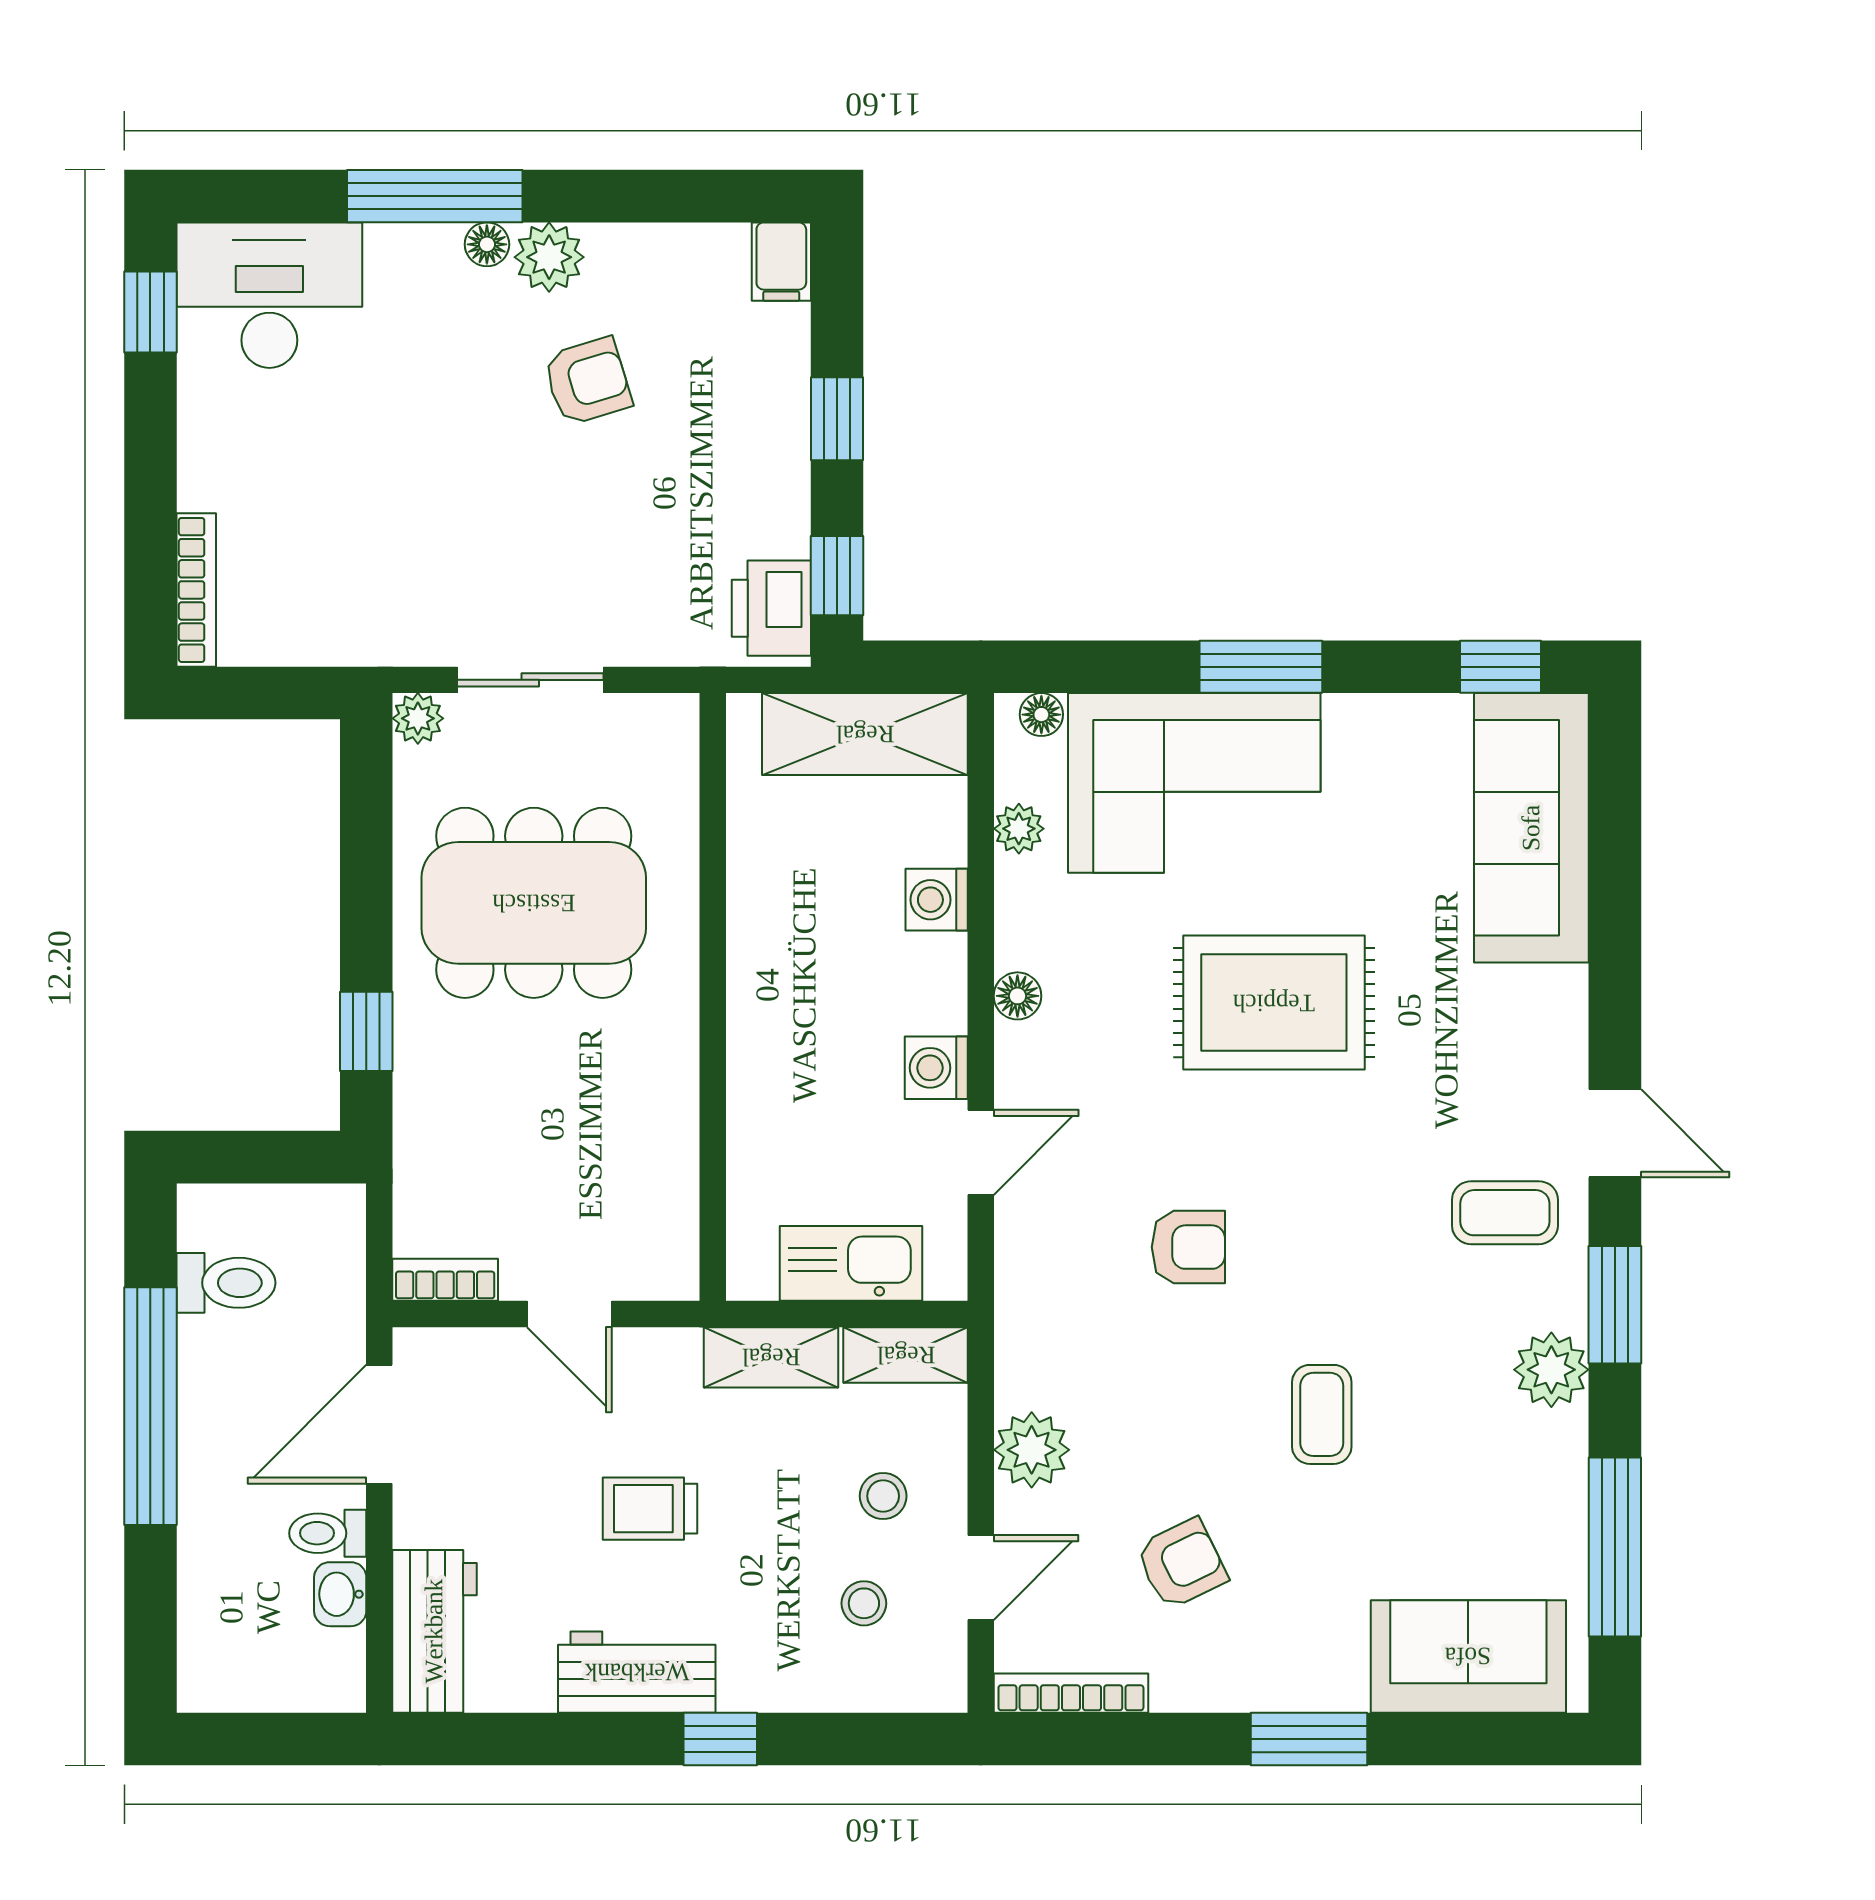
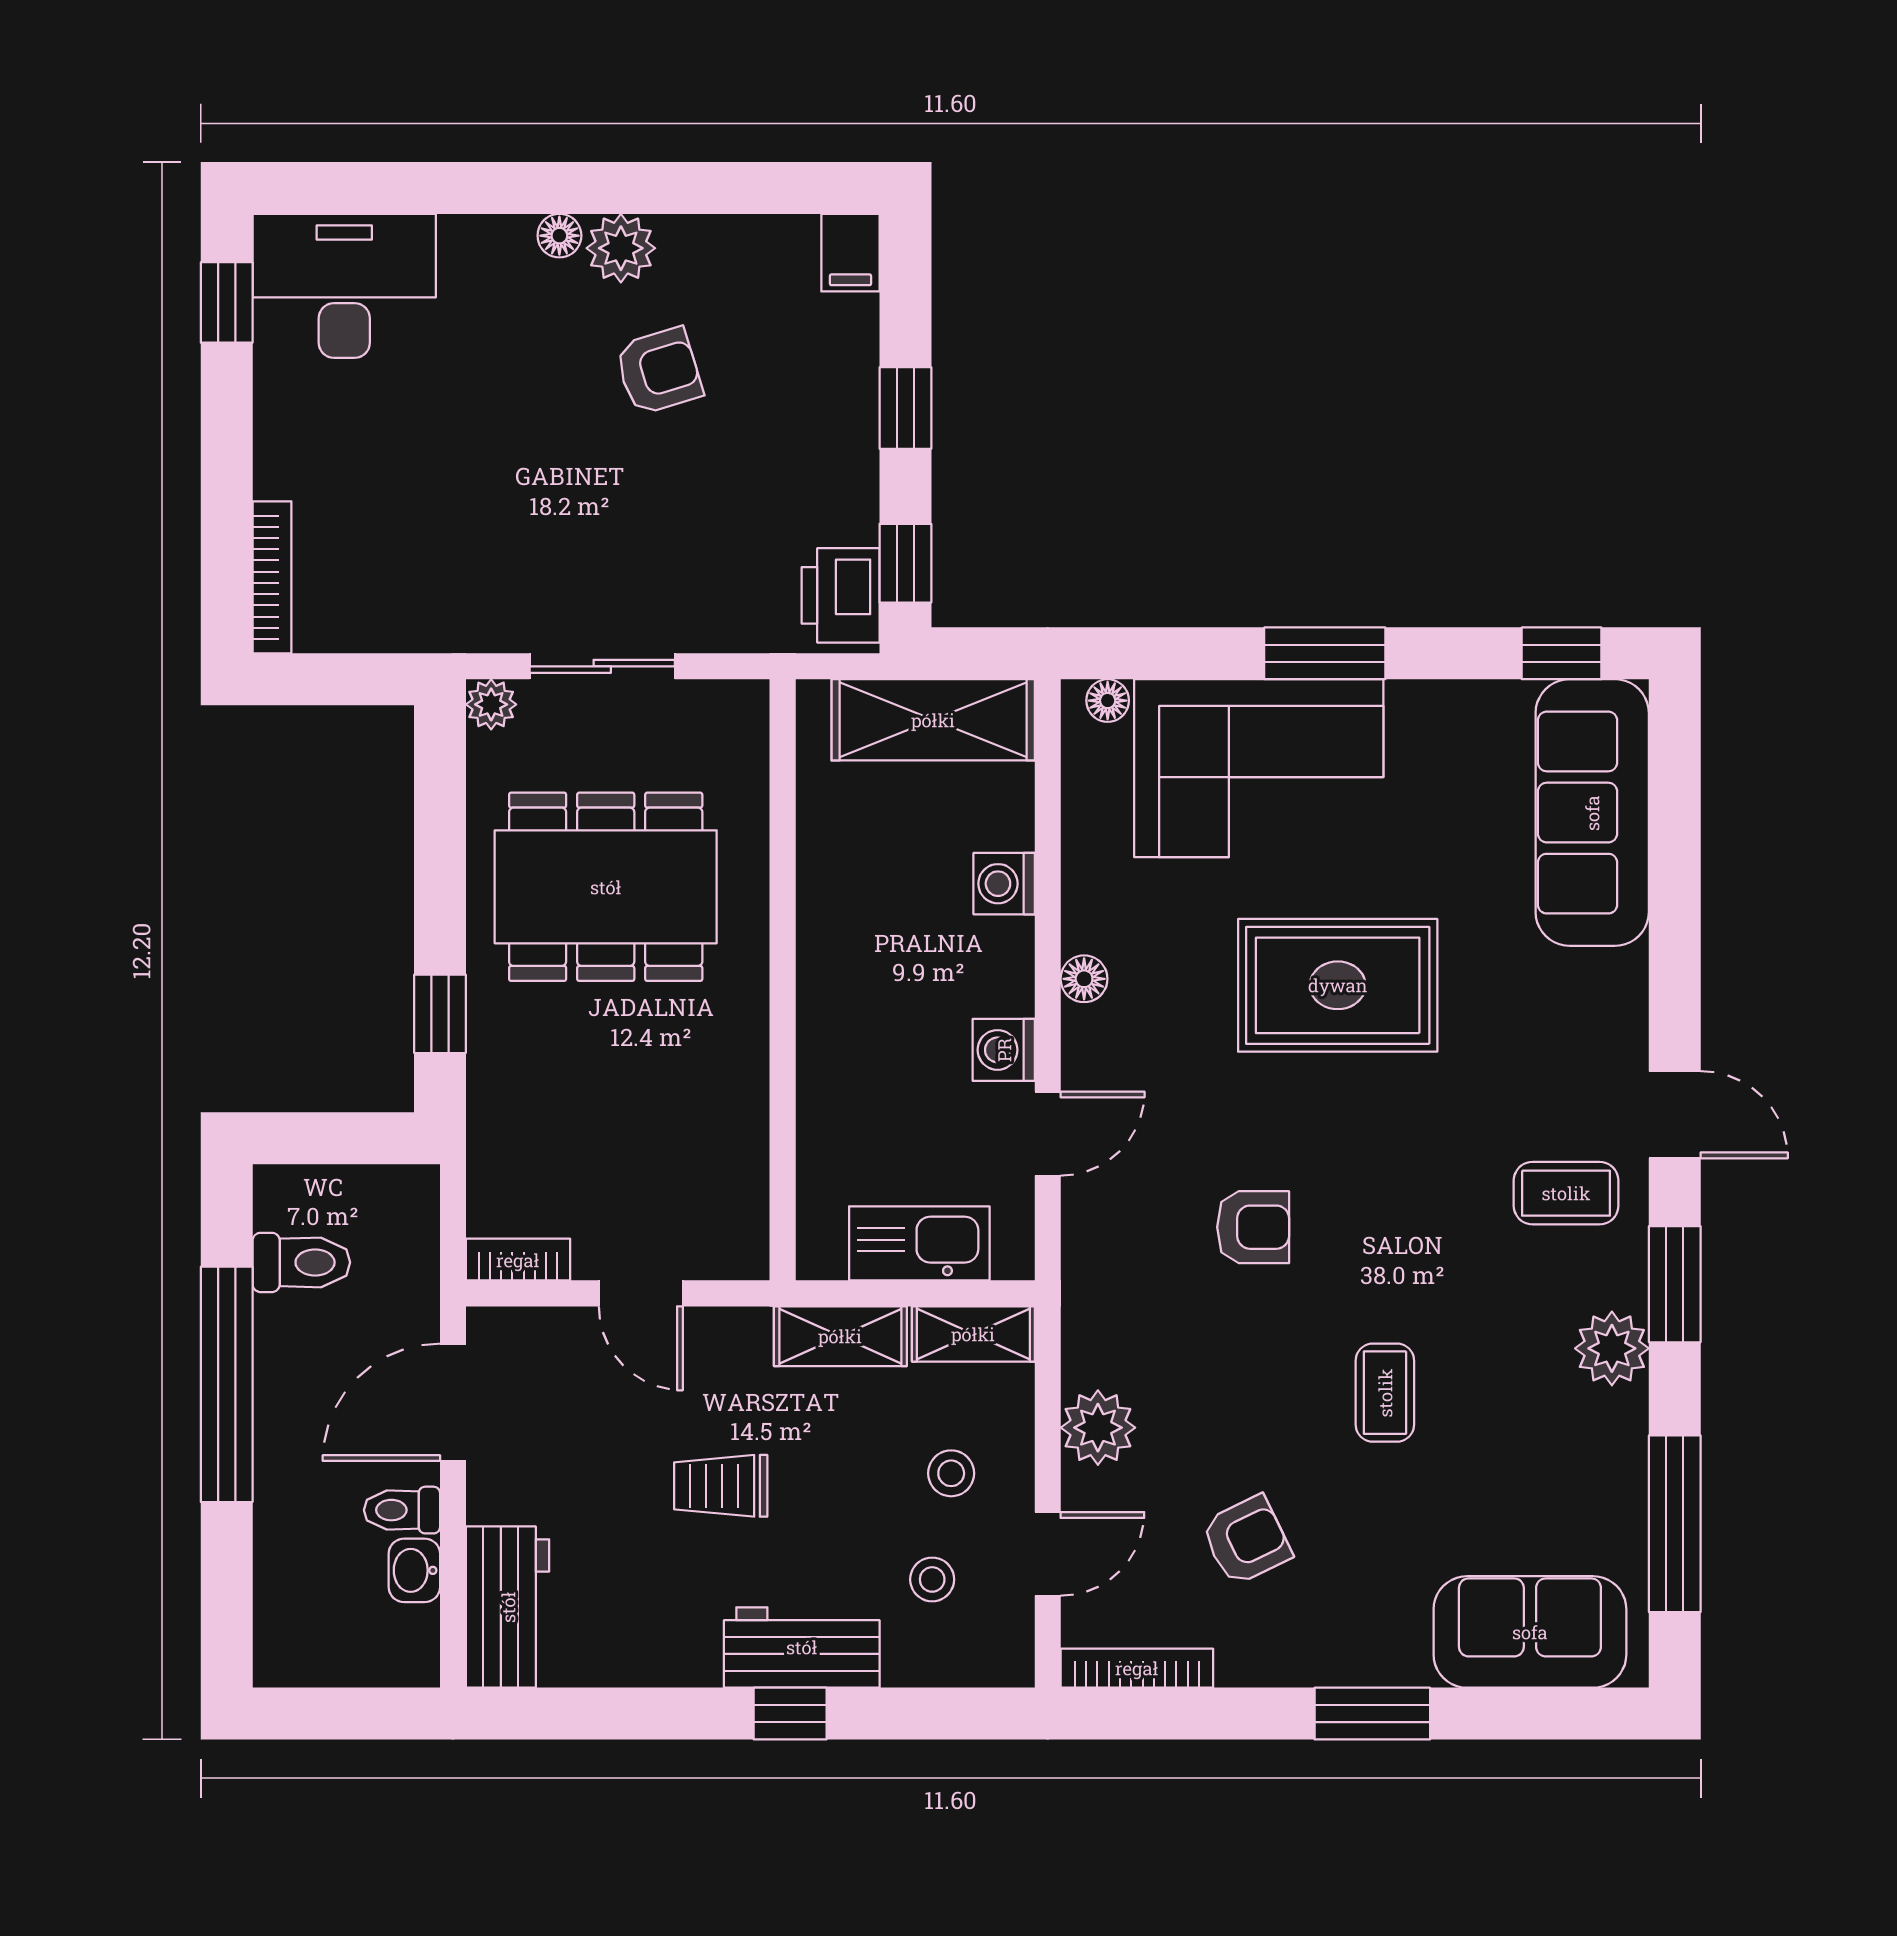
window: (435, 196) -> (508, 188), removed
plant: (1019, 829) -> (1085, 813), removed
workbench: (637, 1672) -> (802, 1647), moved

